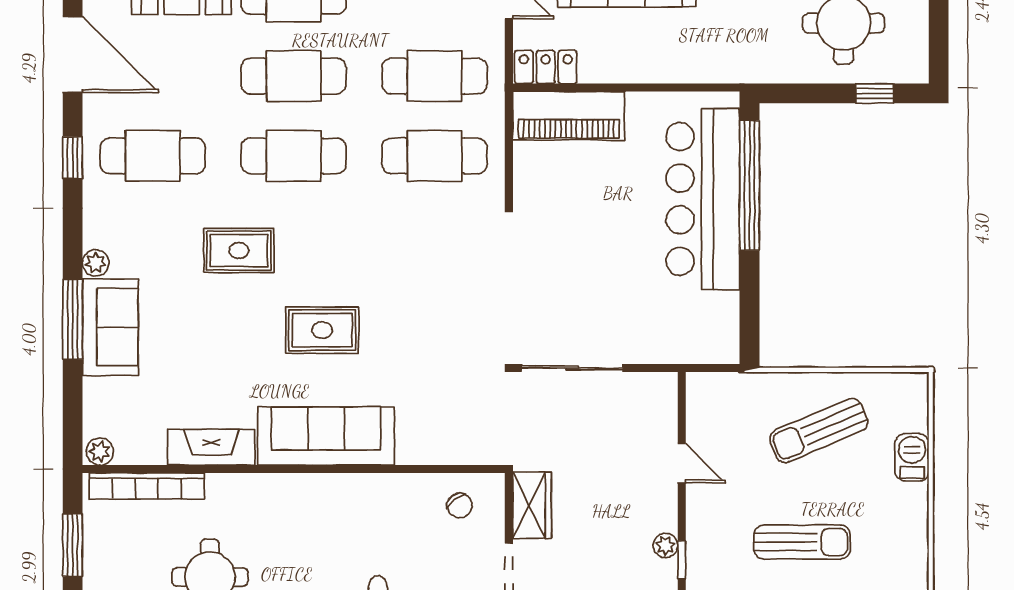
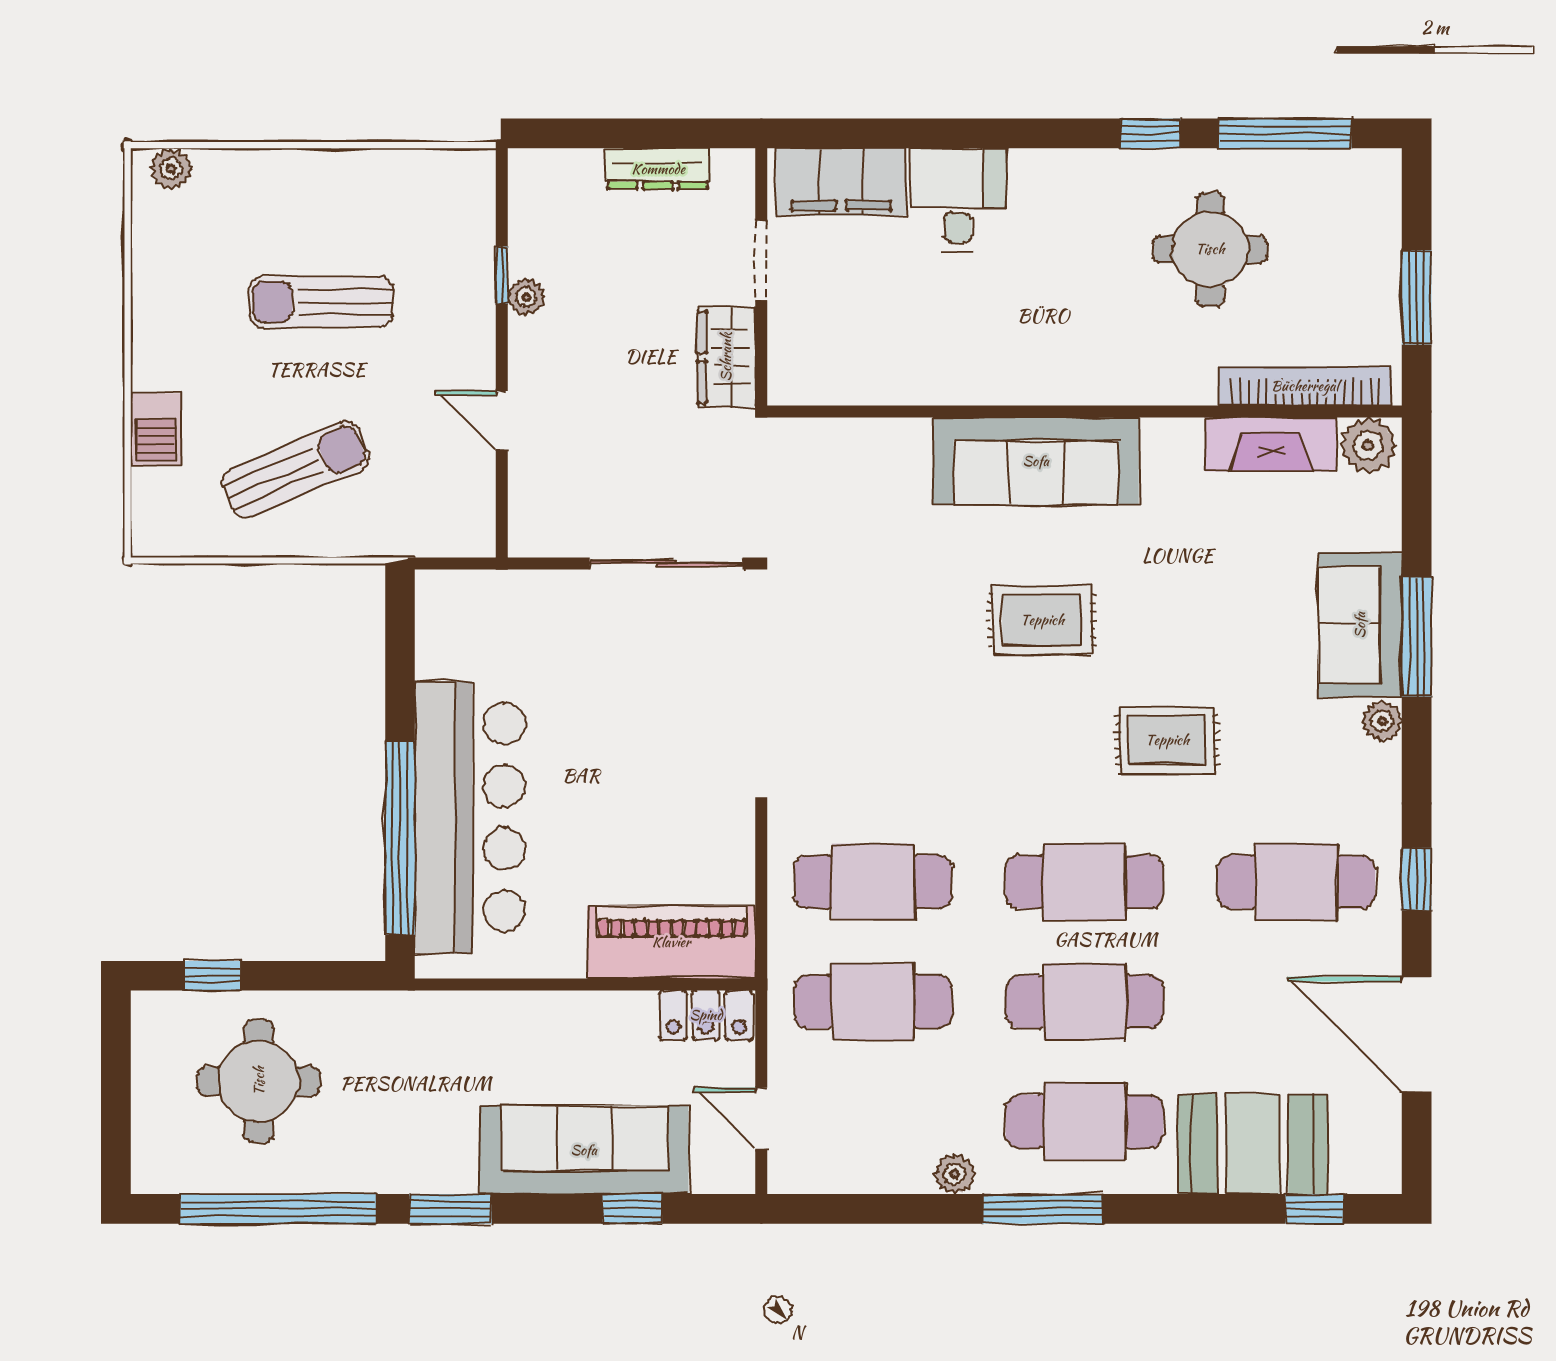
fireplace: (211, 447) -> (1271, 444), moved
plant: (100, 452) -> (1368, 445), width x1.38, depth x1.38
chair: (460, 505) -> (835, 357), removed

